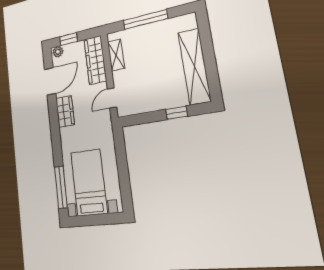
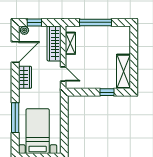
shelving: (194, 66) -> (123, 71), width x0.68
door: (112, 98) -> (63, 74), swing flipped
window: (61, 187) -> (15, 118), moved

